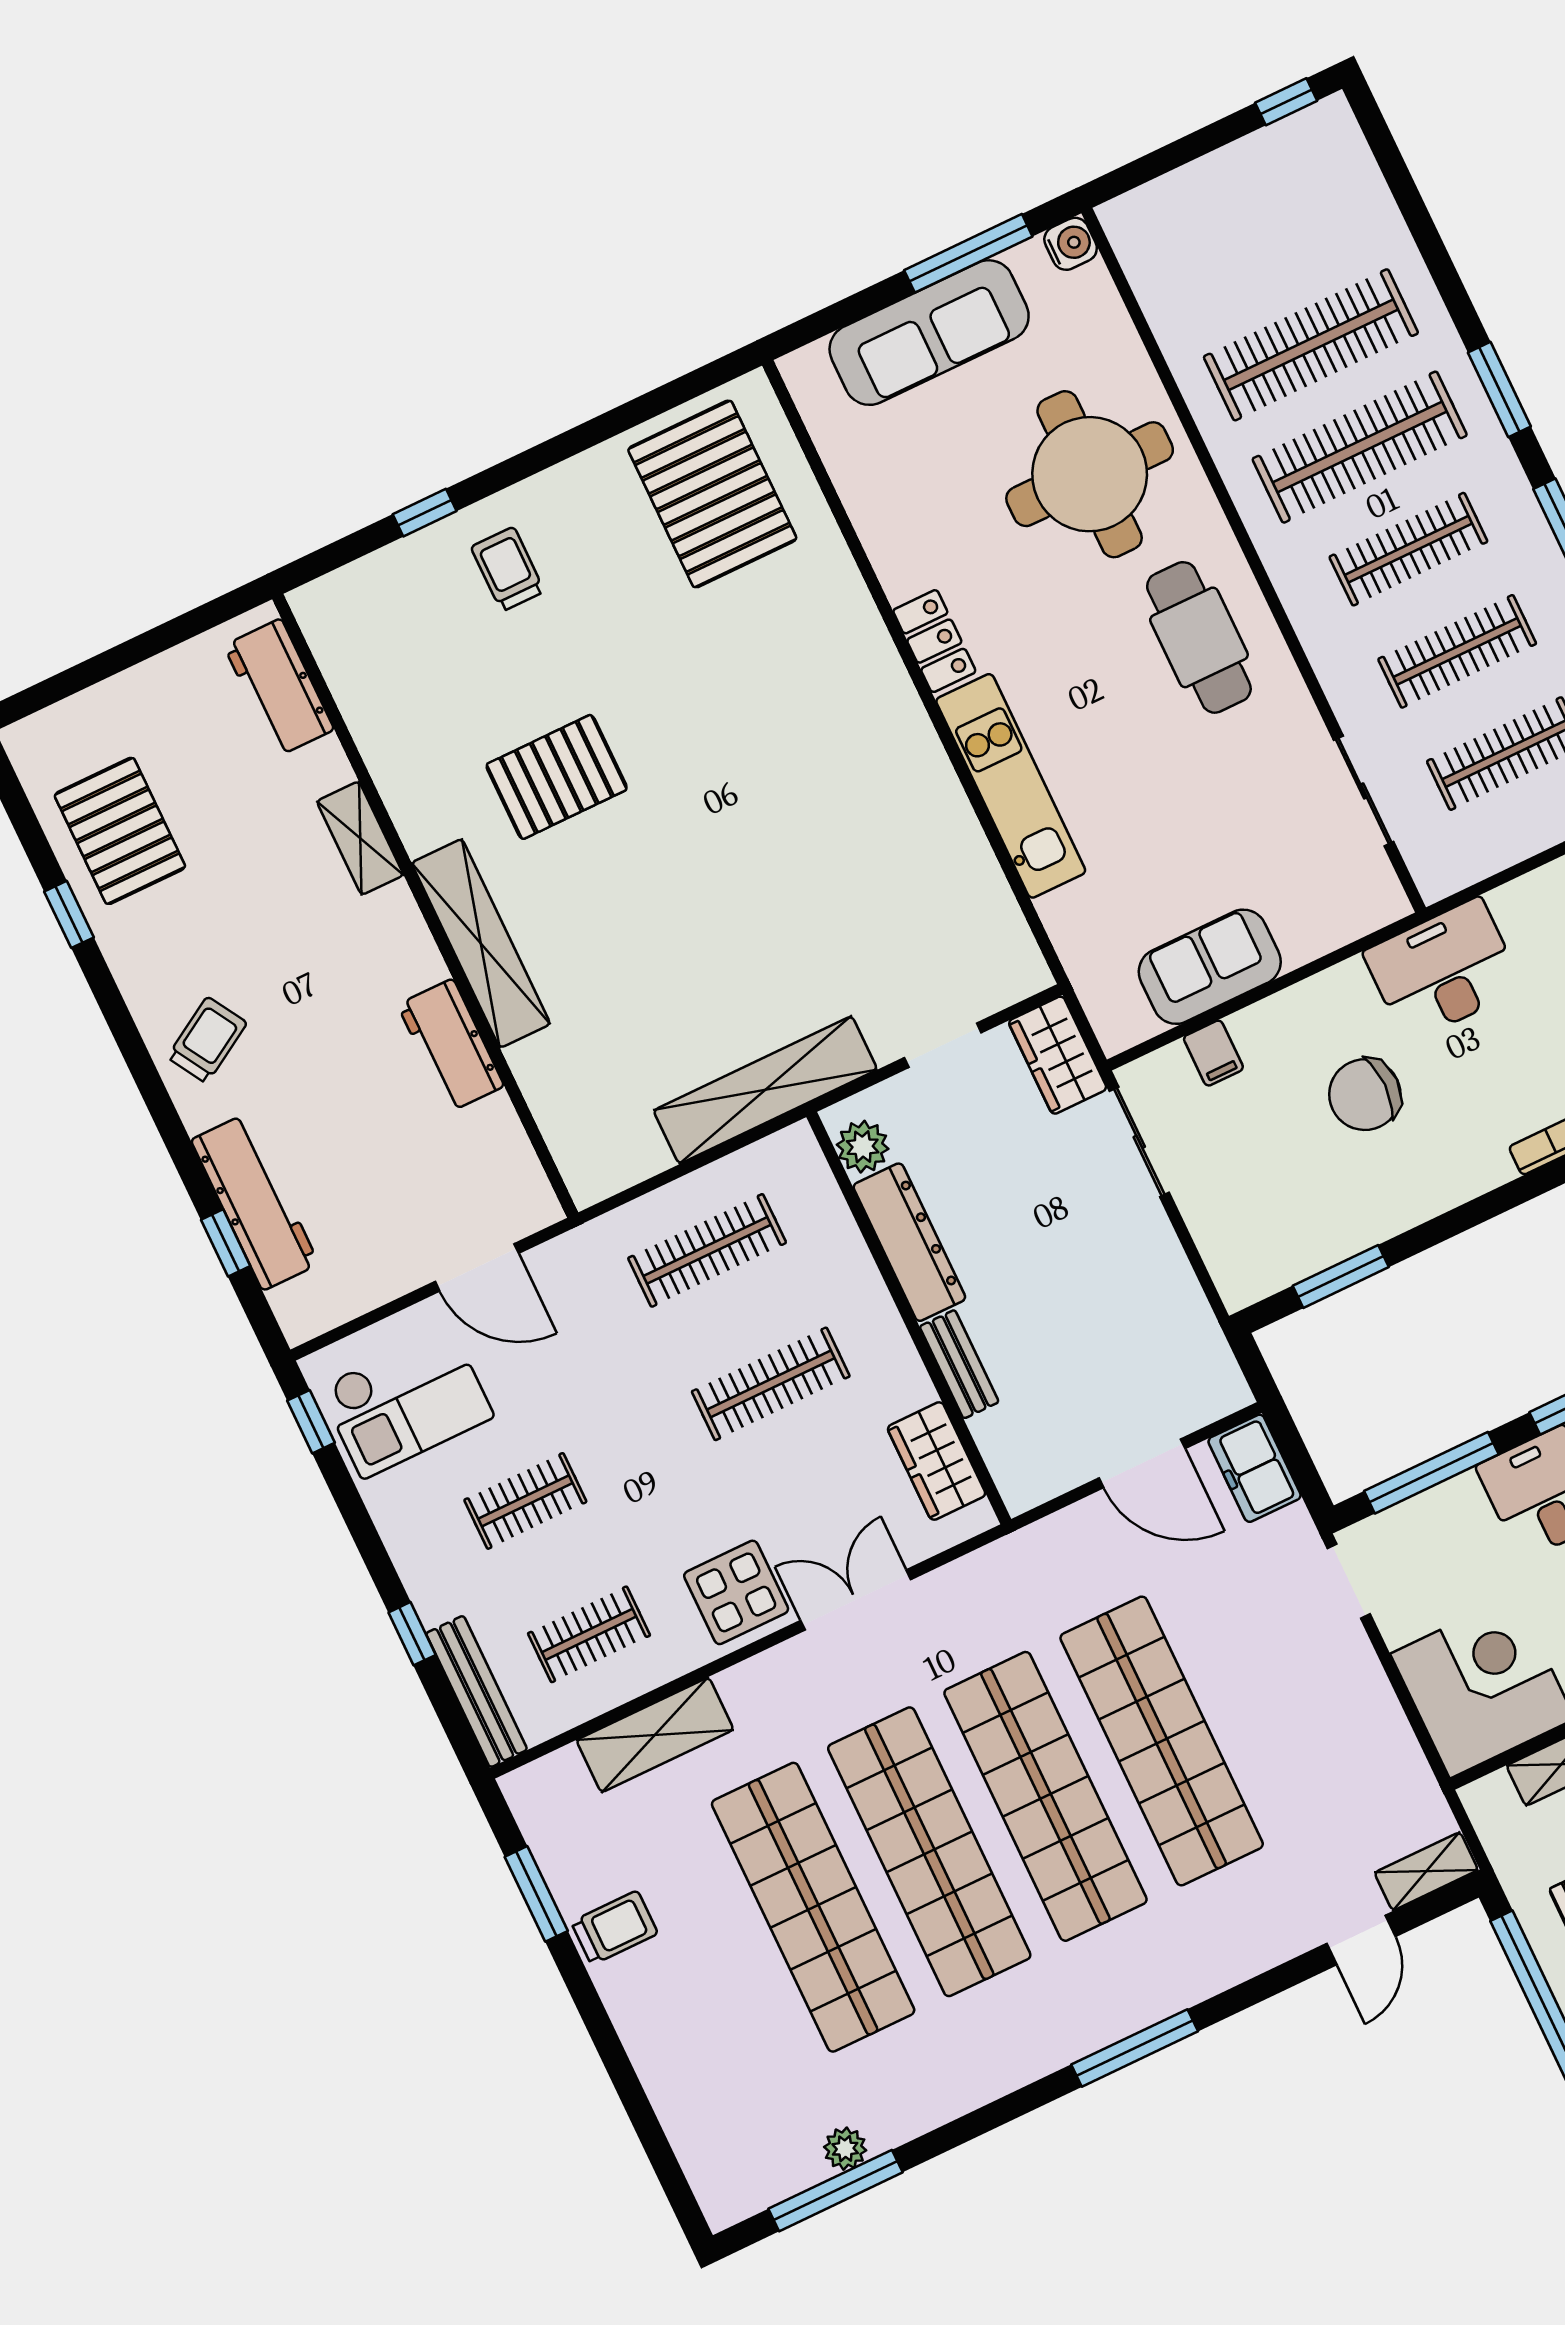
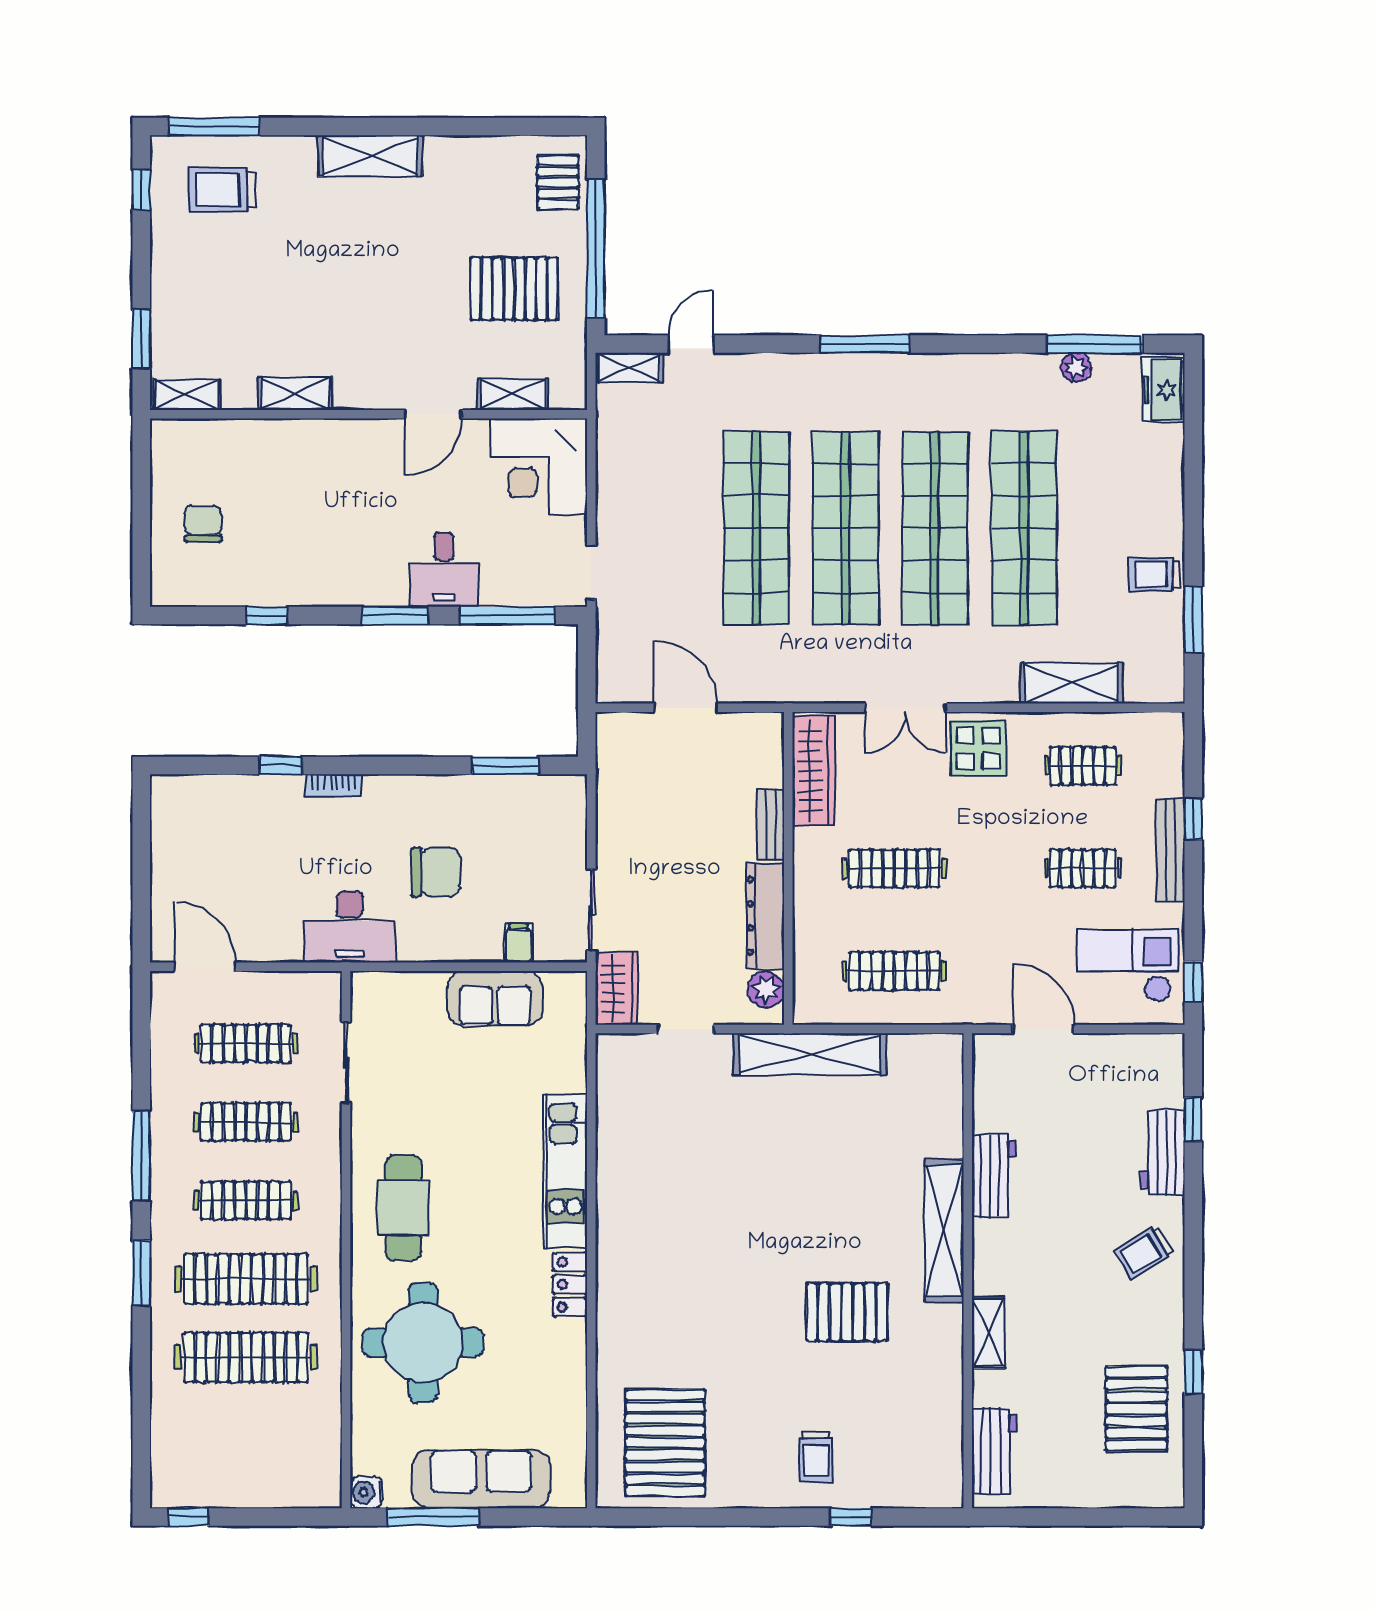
workbench: (255, 1202) -> (1163, 1152), width x0.73
wardrobe: (937, 1461) -> (813, 771), width x1.50
freezer: (1255, 1468) -> (1164, 390), moved, turned 180
bench: (477, 1691) -> (1170, 850), moved

